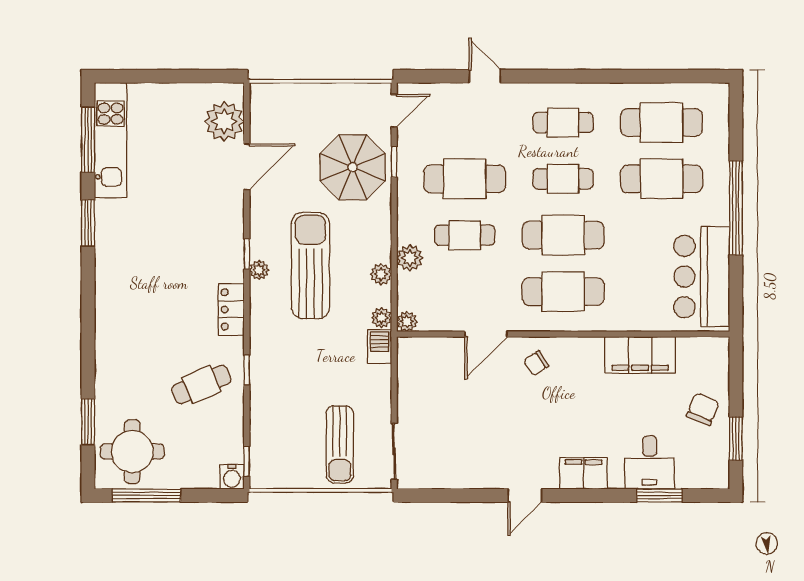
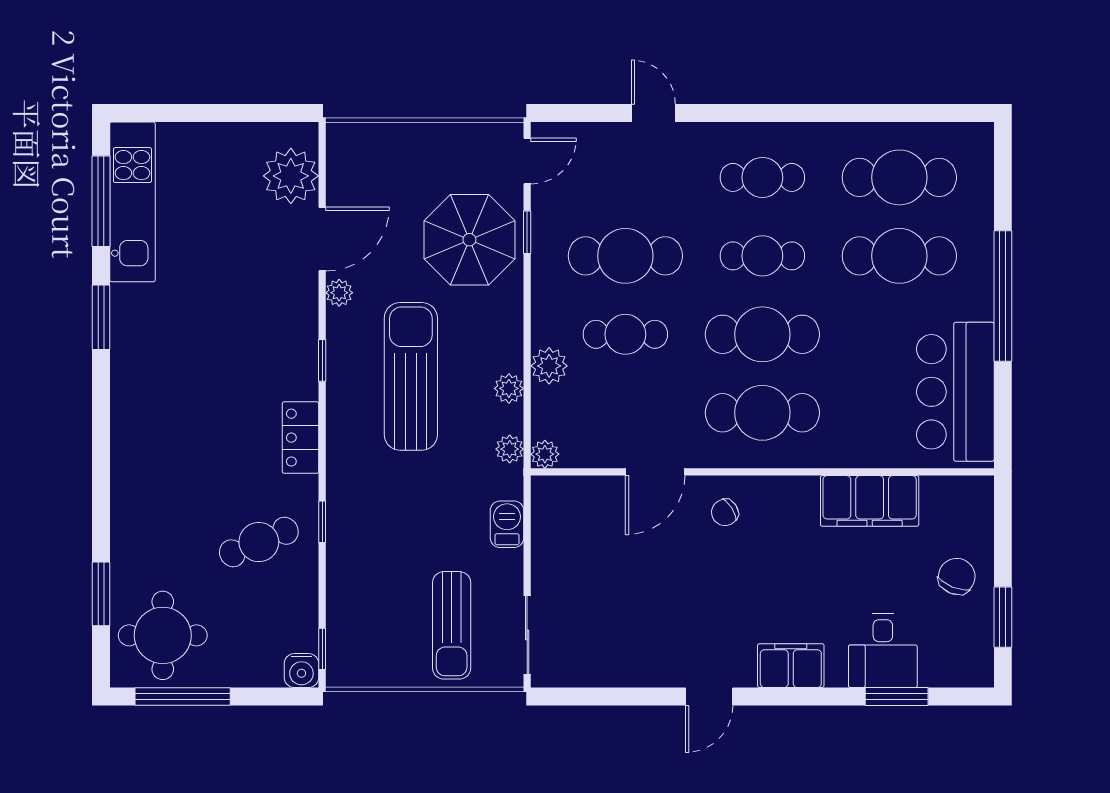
plant: (259, 270) -> (339, 293), moved
barbecue: (380, 347) -> (507, 524), moved

